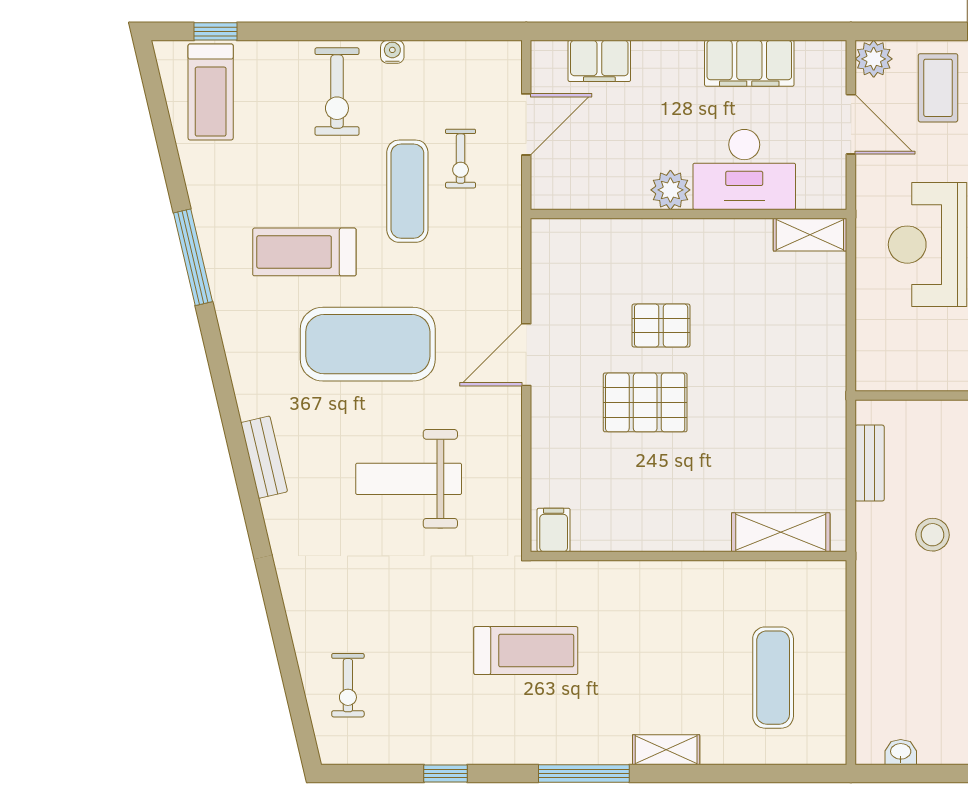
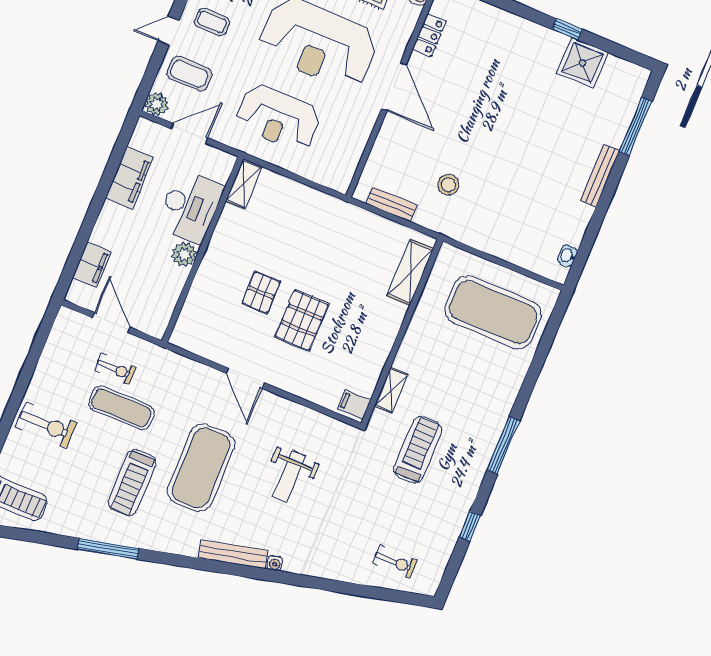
water cooler: (392, 52) -> (275, 563), moved, turned -103
bench: (264, 457) -> (233, 554), width x1.36
weight bench: (409, 479) -> (289, 477), width x0.73, depth x0.75
exercise mat: (773, 678) -> (493, 312), width x2.00, depth x1.45
shelving: (666, 750) -> (391, 390), moved

